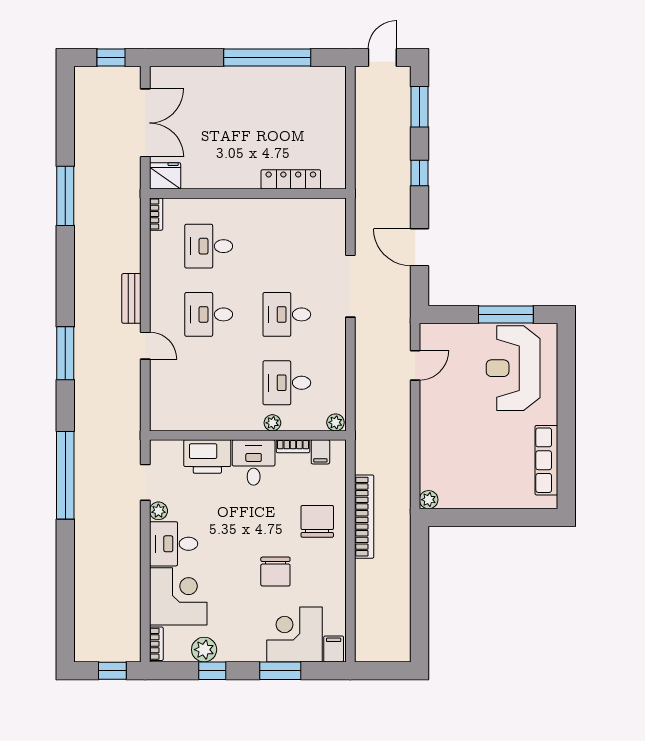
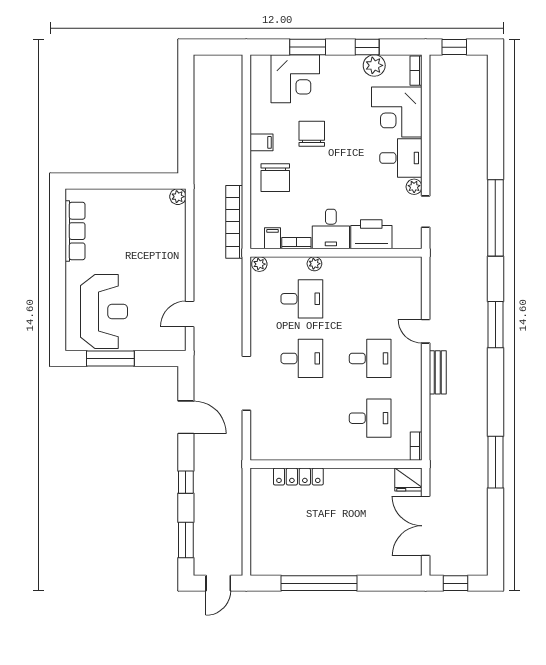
bookcase: (364, 517) -> (234, 222), moved
filing cabinet: (334, 649) -> (262, 142), moved, turned -90

